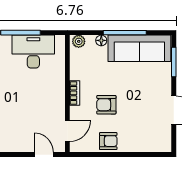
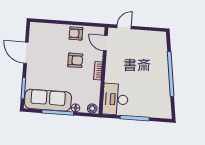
desk: (33, 52) -> (115, 99), moved, turned 90
door: (67, 131) -> (105, 43), hinge flipped
door: (44, 155) -> (124, 27), swing flipped

